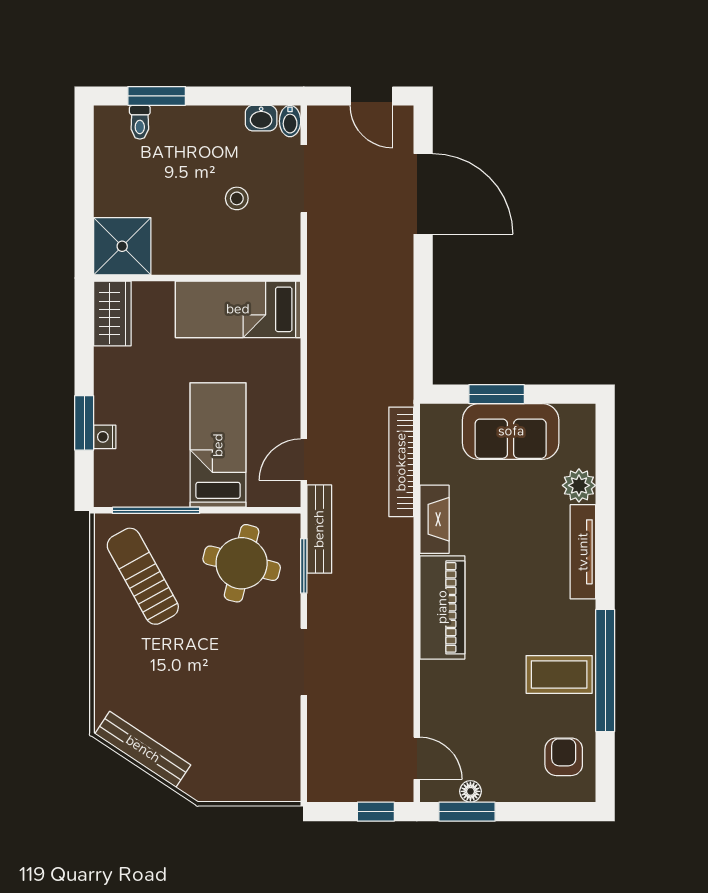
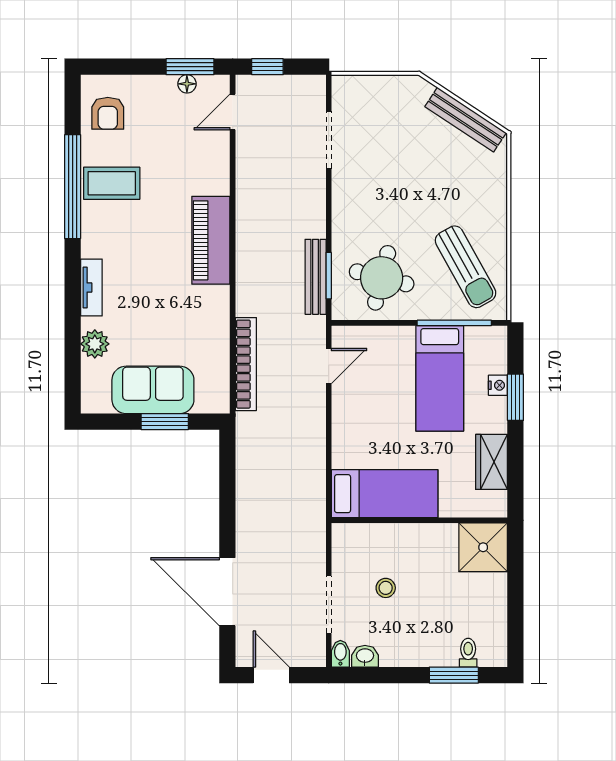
wardrobe: (112, 314) -> (491, 462), moved
bed: (218, 445) -> (440, 378), moved
fireplace: (434, 519) -> (218, 315), removed
bench: (319, 529) -> (316, 277), moved
tv unit: (583, 552) -> (91, 288), width x0.71
doorway: (304, 662) -> (329, 140), moved
door: (417, 758) -> (233, 112), hinge flipped

